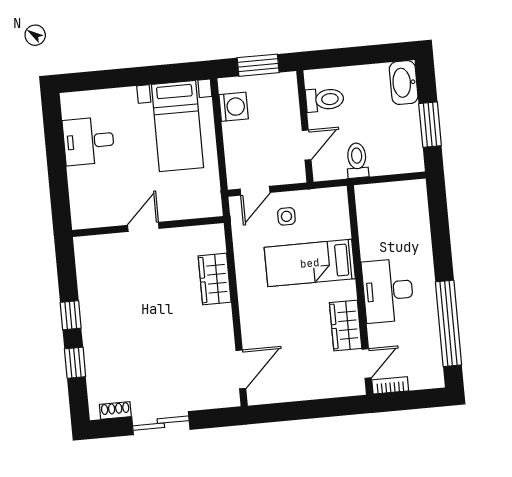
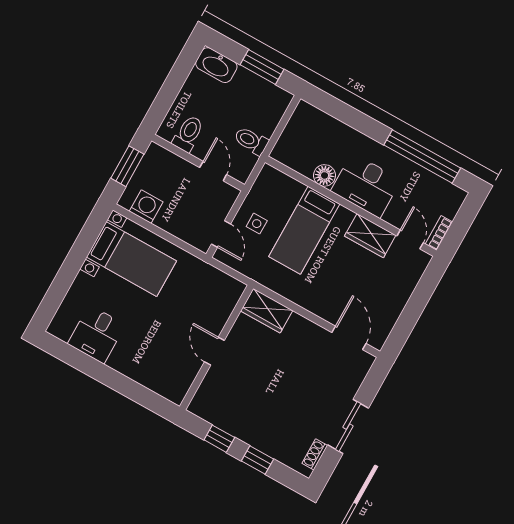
wall: (148, 226) -> (217, 347), moved
door: (143, 227) -> (214, 351), moved
floor lamp: (371, 247) -> (325, 175), added

